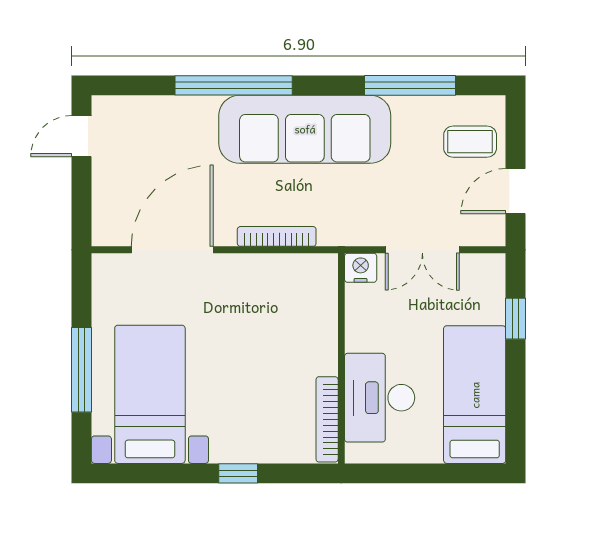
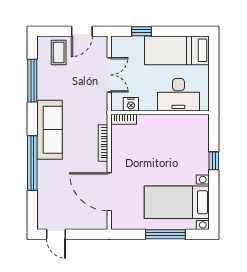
sofa: (305, 129) -> (50, 130), width x0.74, depth x0.79
door: (516, 191) -> (82, 31), hinge flipped
nightstand: (361, 268) -> (131, 104), moved, turned -90
bookcase: (327, 419) -> (124, 119), moved, width x0.64

